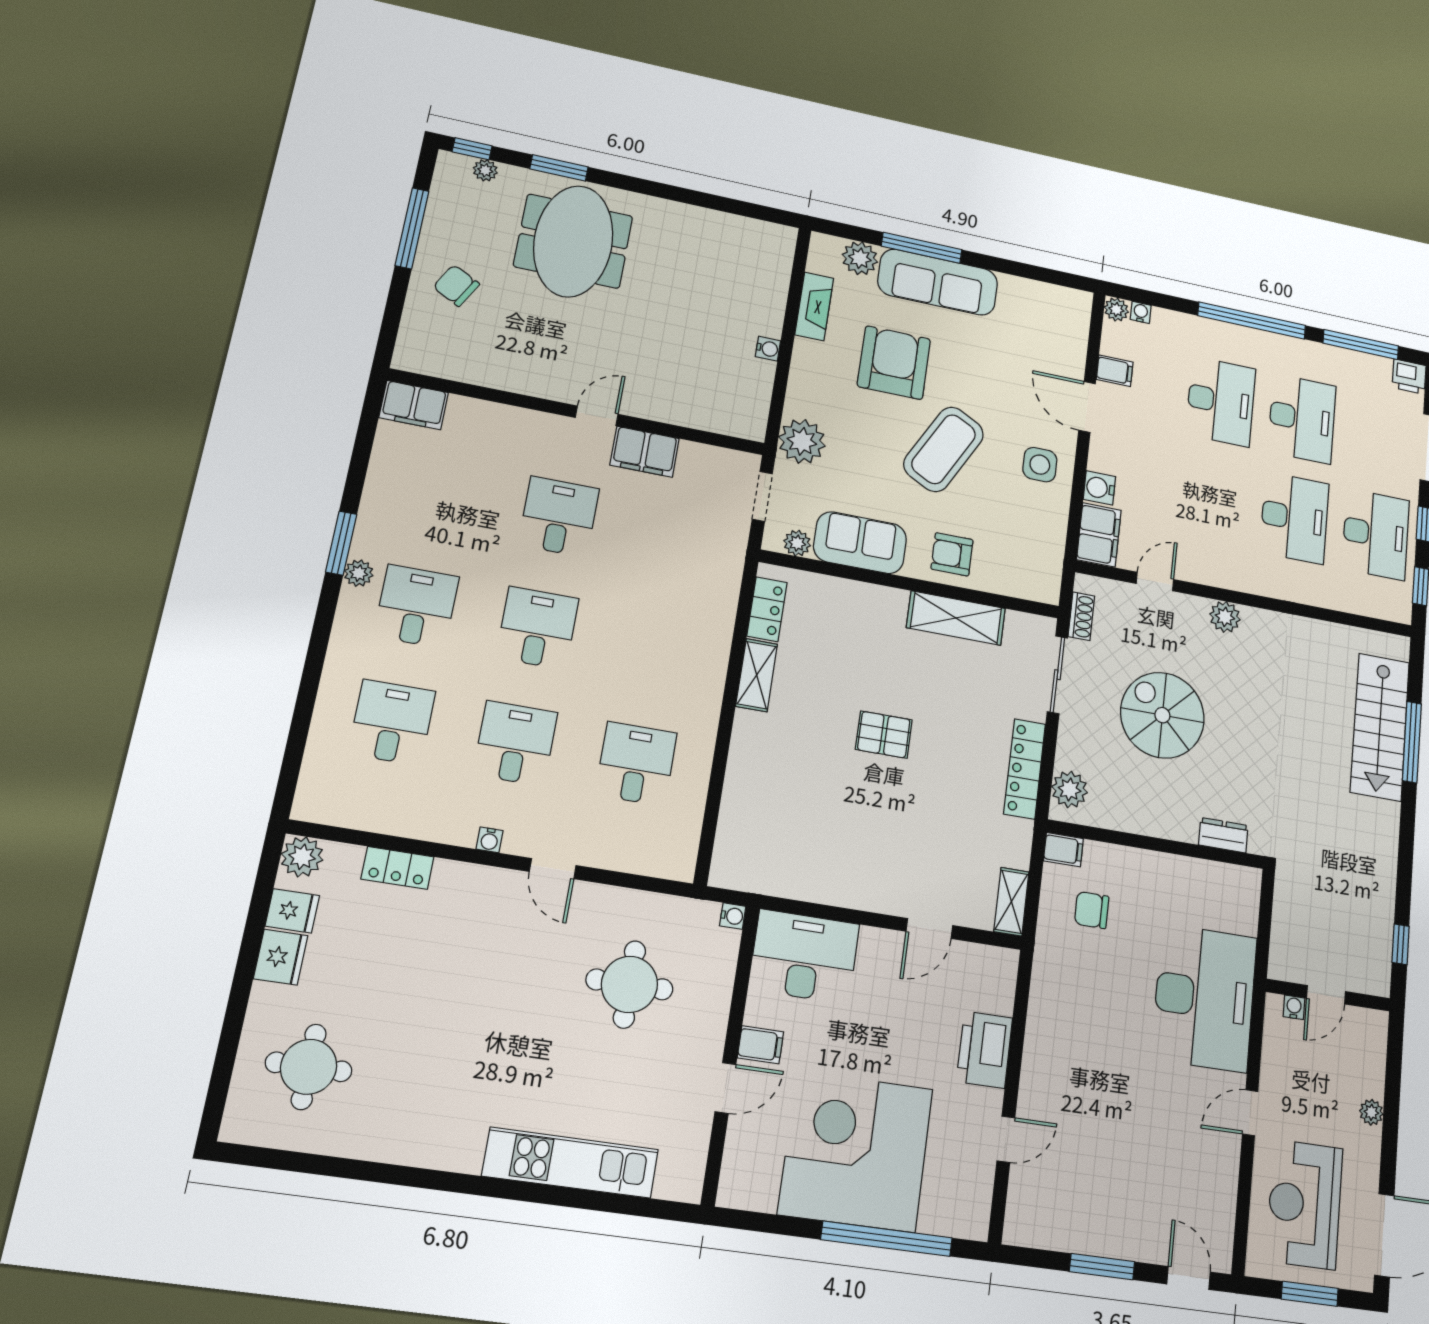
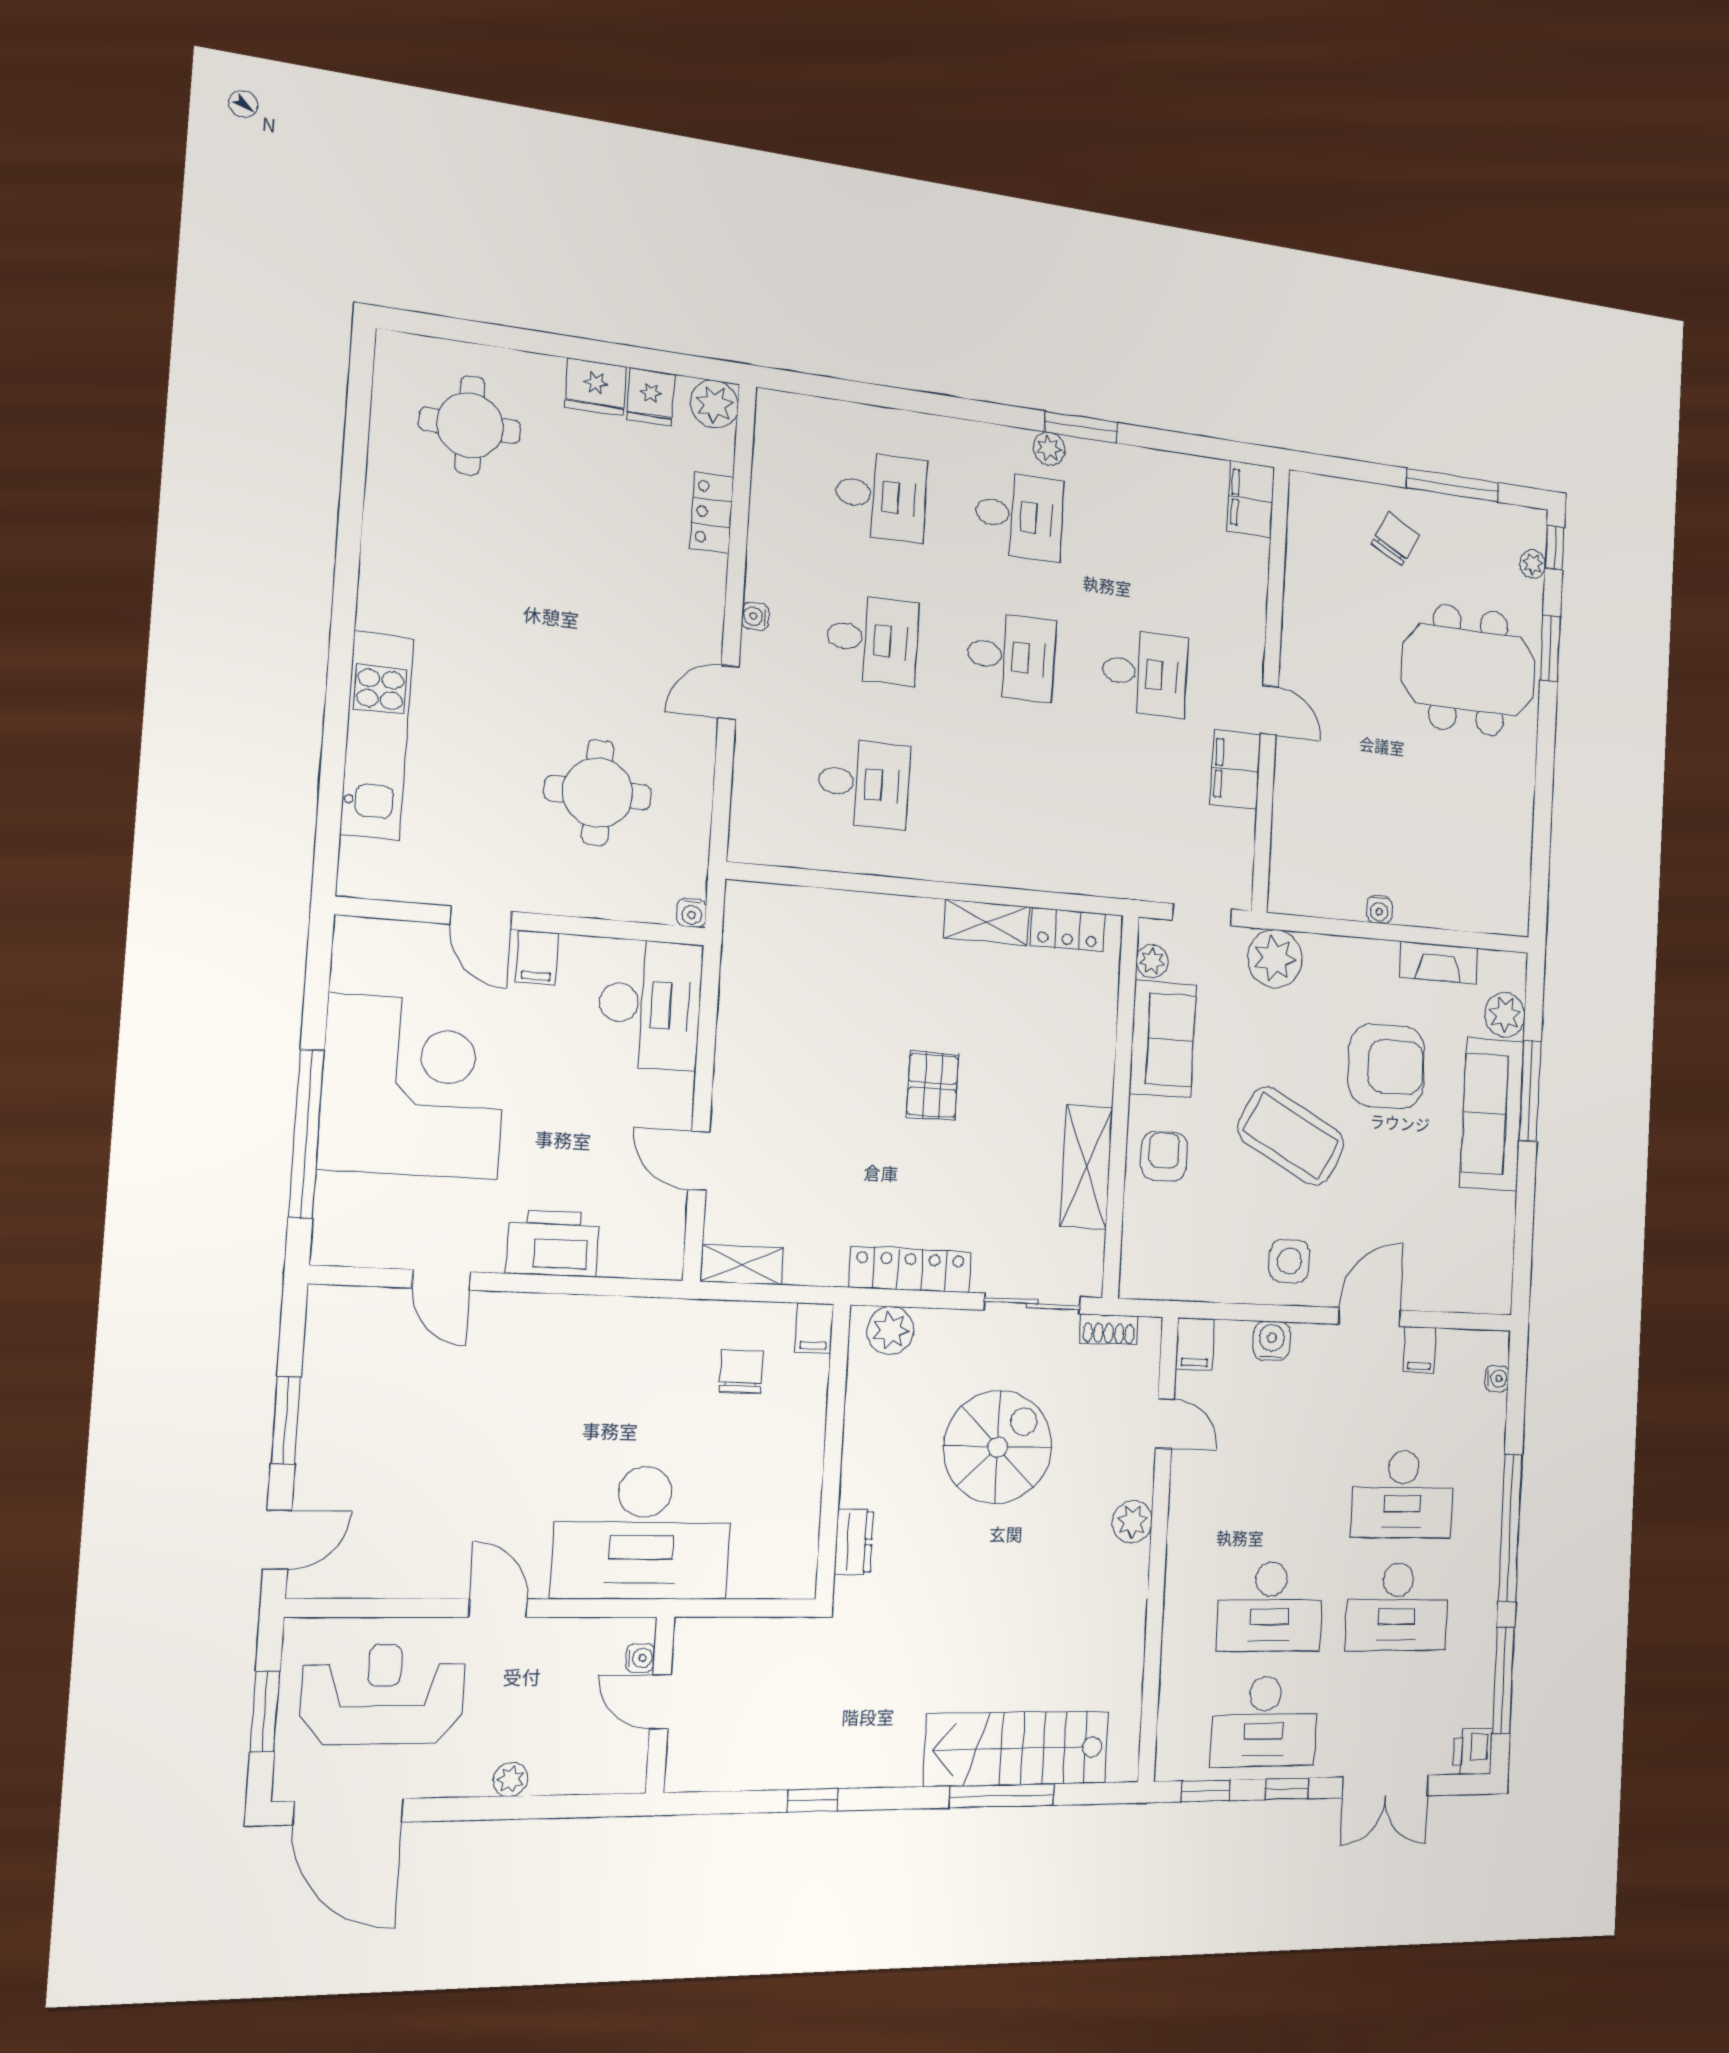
plant: (1116, 310) -> (1495, 1346), removed
filing cabinet: (1099, 535) -> (1195, 1344), width x0.50
window: (1401, 944) -> (813, 1800), moved

